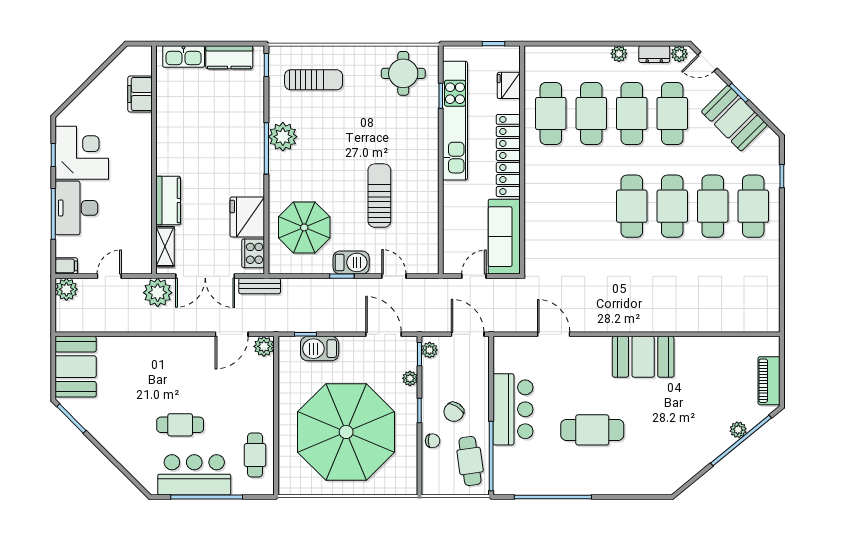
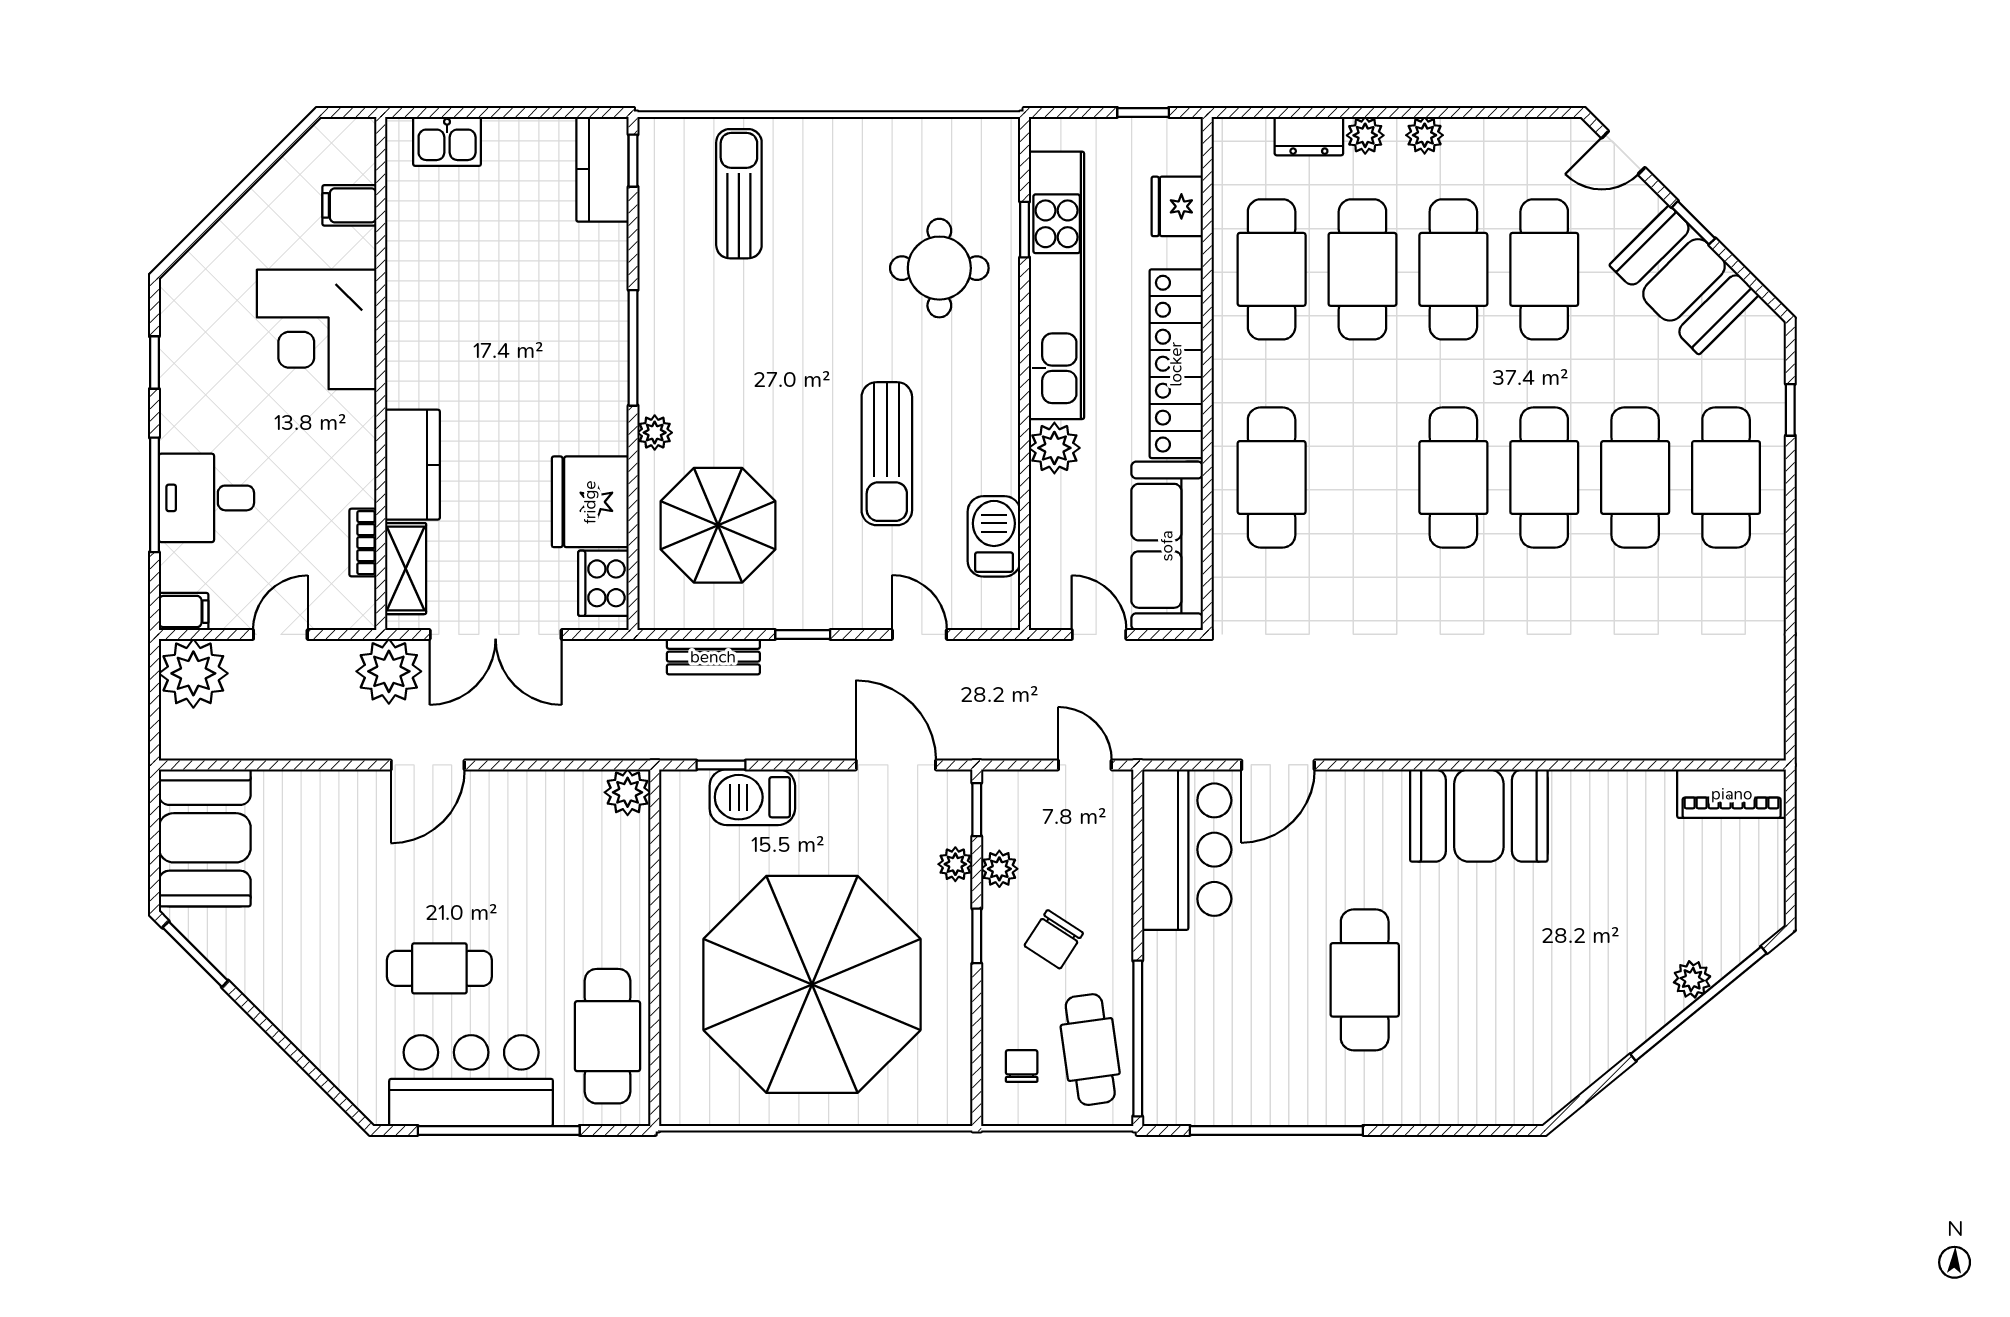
dresser: (654, 54) -> (1309, 136), moved
plant: (679, 54) -> (1365, 135), moved
kitchen sink: (184, 56) -> (447, 141), width x0.73
kitchen counter: (229, 57) -> (602, 169), moved, turned 90
round table: (403, 73) -> (939, 268), moved
sun lounger: (314, 80) -> (739, 194), turned -90
filing cabinet: (140, 94) -> (349, 205), width x0.50
plant: (283, 137) -> (655, 433), moved, width x0.53, depth x0.53
corner desk: (82, 153) -> (317, 329), moved, turned 180
plant: (454, 193) -> (1054, 448), added
sun lounger: (379, 196) -> (887, 454), turned 180
cafe table: (551, 206) -> (1272, 477), added
desk: (76, 208) -> (206, 498), width x0.73
bookcase: (146, 235) -> (363, 543), added
barbecue: (351, 262) -> (994, 536), moved, turned -90
door: (474, 276) -> (1099, 634), hinge flipped
bench: (260, 286) -> (713, 657), moved
plant: (66, 289) -> (193, 673), width x1.36, depth x1.36
door: (232, 334) -> (428, 765), moved
door: (468, 334) -> (1085, 765), width x0.73
door: (554, 334) -> (1278, 765), swing flipped
plant: (430, 350) -> (999, 869), moved
piano: (769, 381) -> (1732, 794), moved, turned -90
bar counter: (513, 409) -> (1187, 850), moved
cafe table: (592, 430) -> (1365, 980), turned 90
chair: (433, 441) -> (1022, 1066), moved, turned -90
cafe table: (255, 455) -> (607, 1036), width x1.37, depth x1.35

